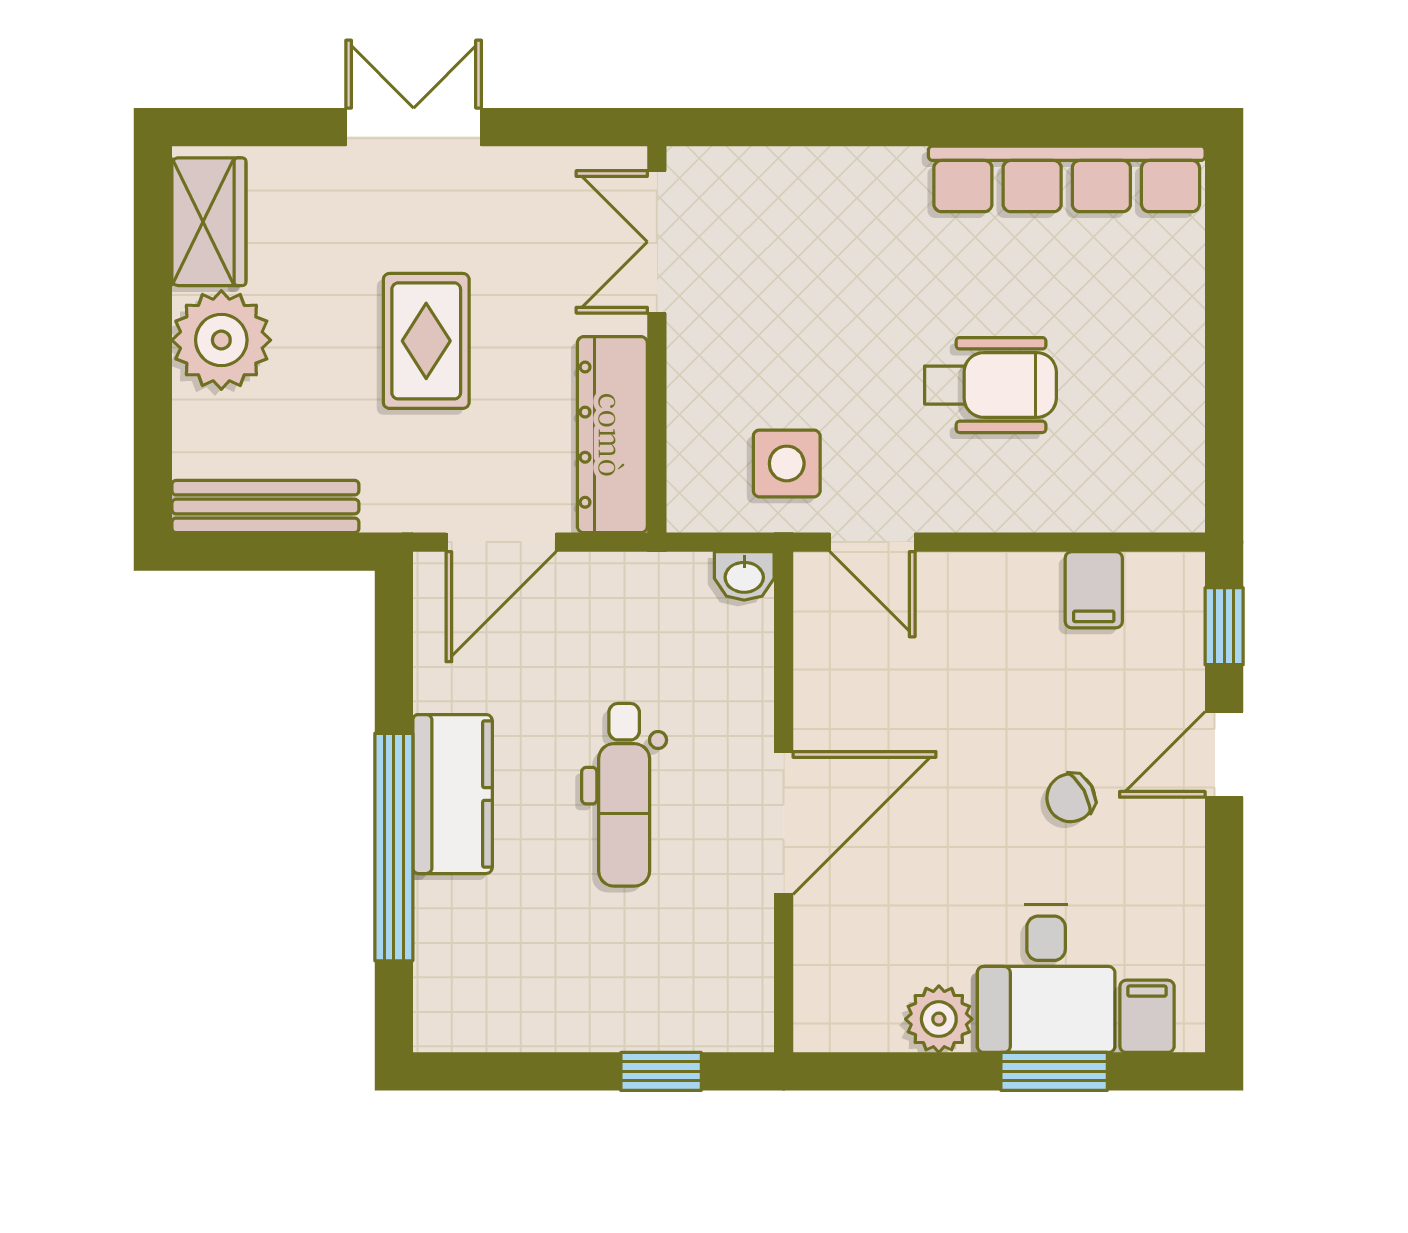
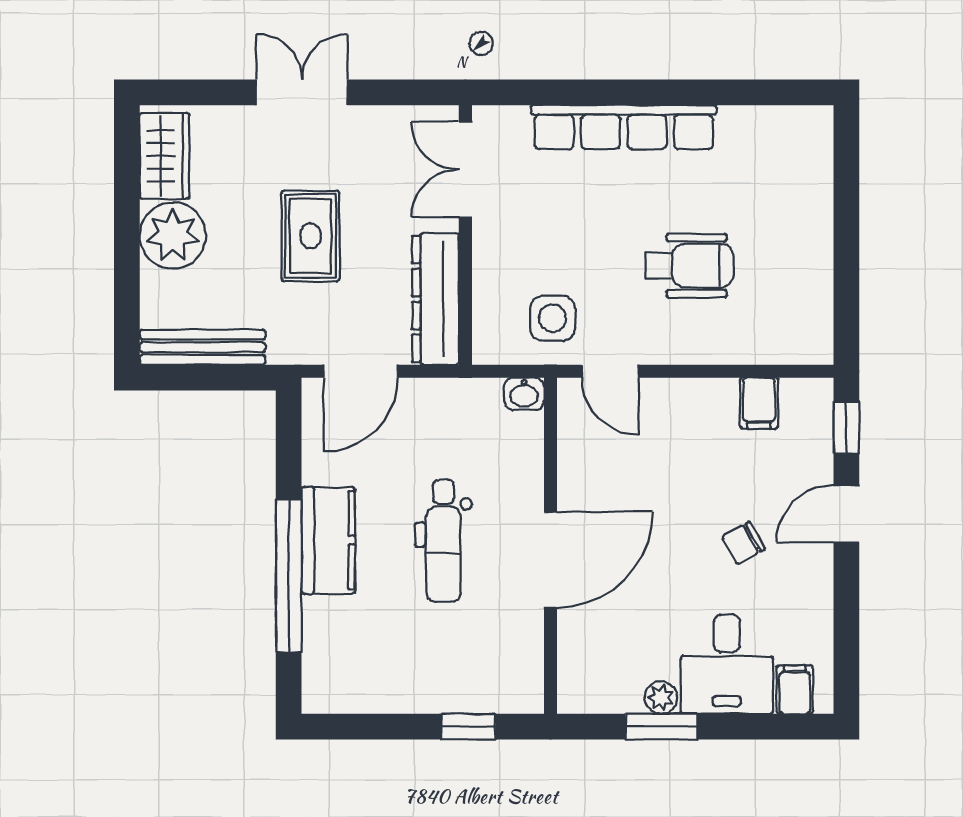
row of seats: (1067, 179) -> (624, 127), moved
plant: (939, 1019) -> (661, 698), width x0.73, depth x0.73
window: (1054, 1071) -> (661, 727), moved

